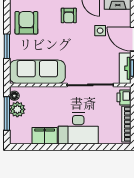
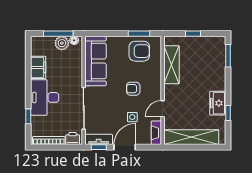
armchair: (69, 15) -> (133, 89), moved
window: (7, 46) -> (139, 34), moved
window: (99, 147) -> (28, 116), added

